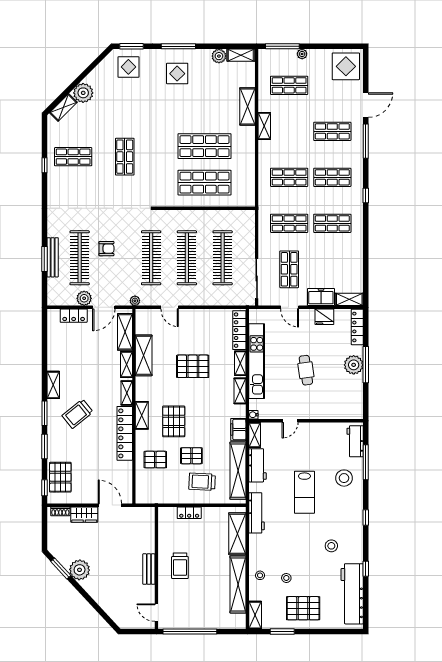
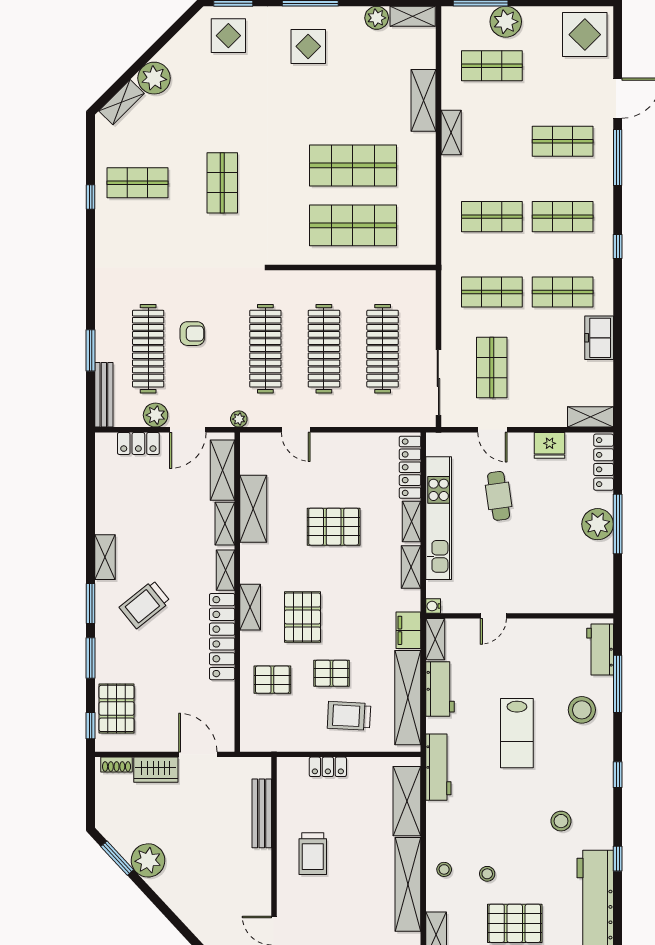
plant: (302, 54) -> (506, 22), width x1.87, depth x1.87
bench: (53, 257) -> (104, 395), moved
freezer: (321, 297) -> (599, 338), moved, turned -90
cafe table: (306, 370) -> (499, 496), moved
bench: (149, 569) -> (262, 813), moved, width x1.36

